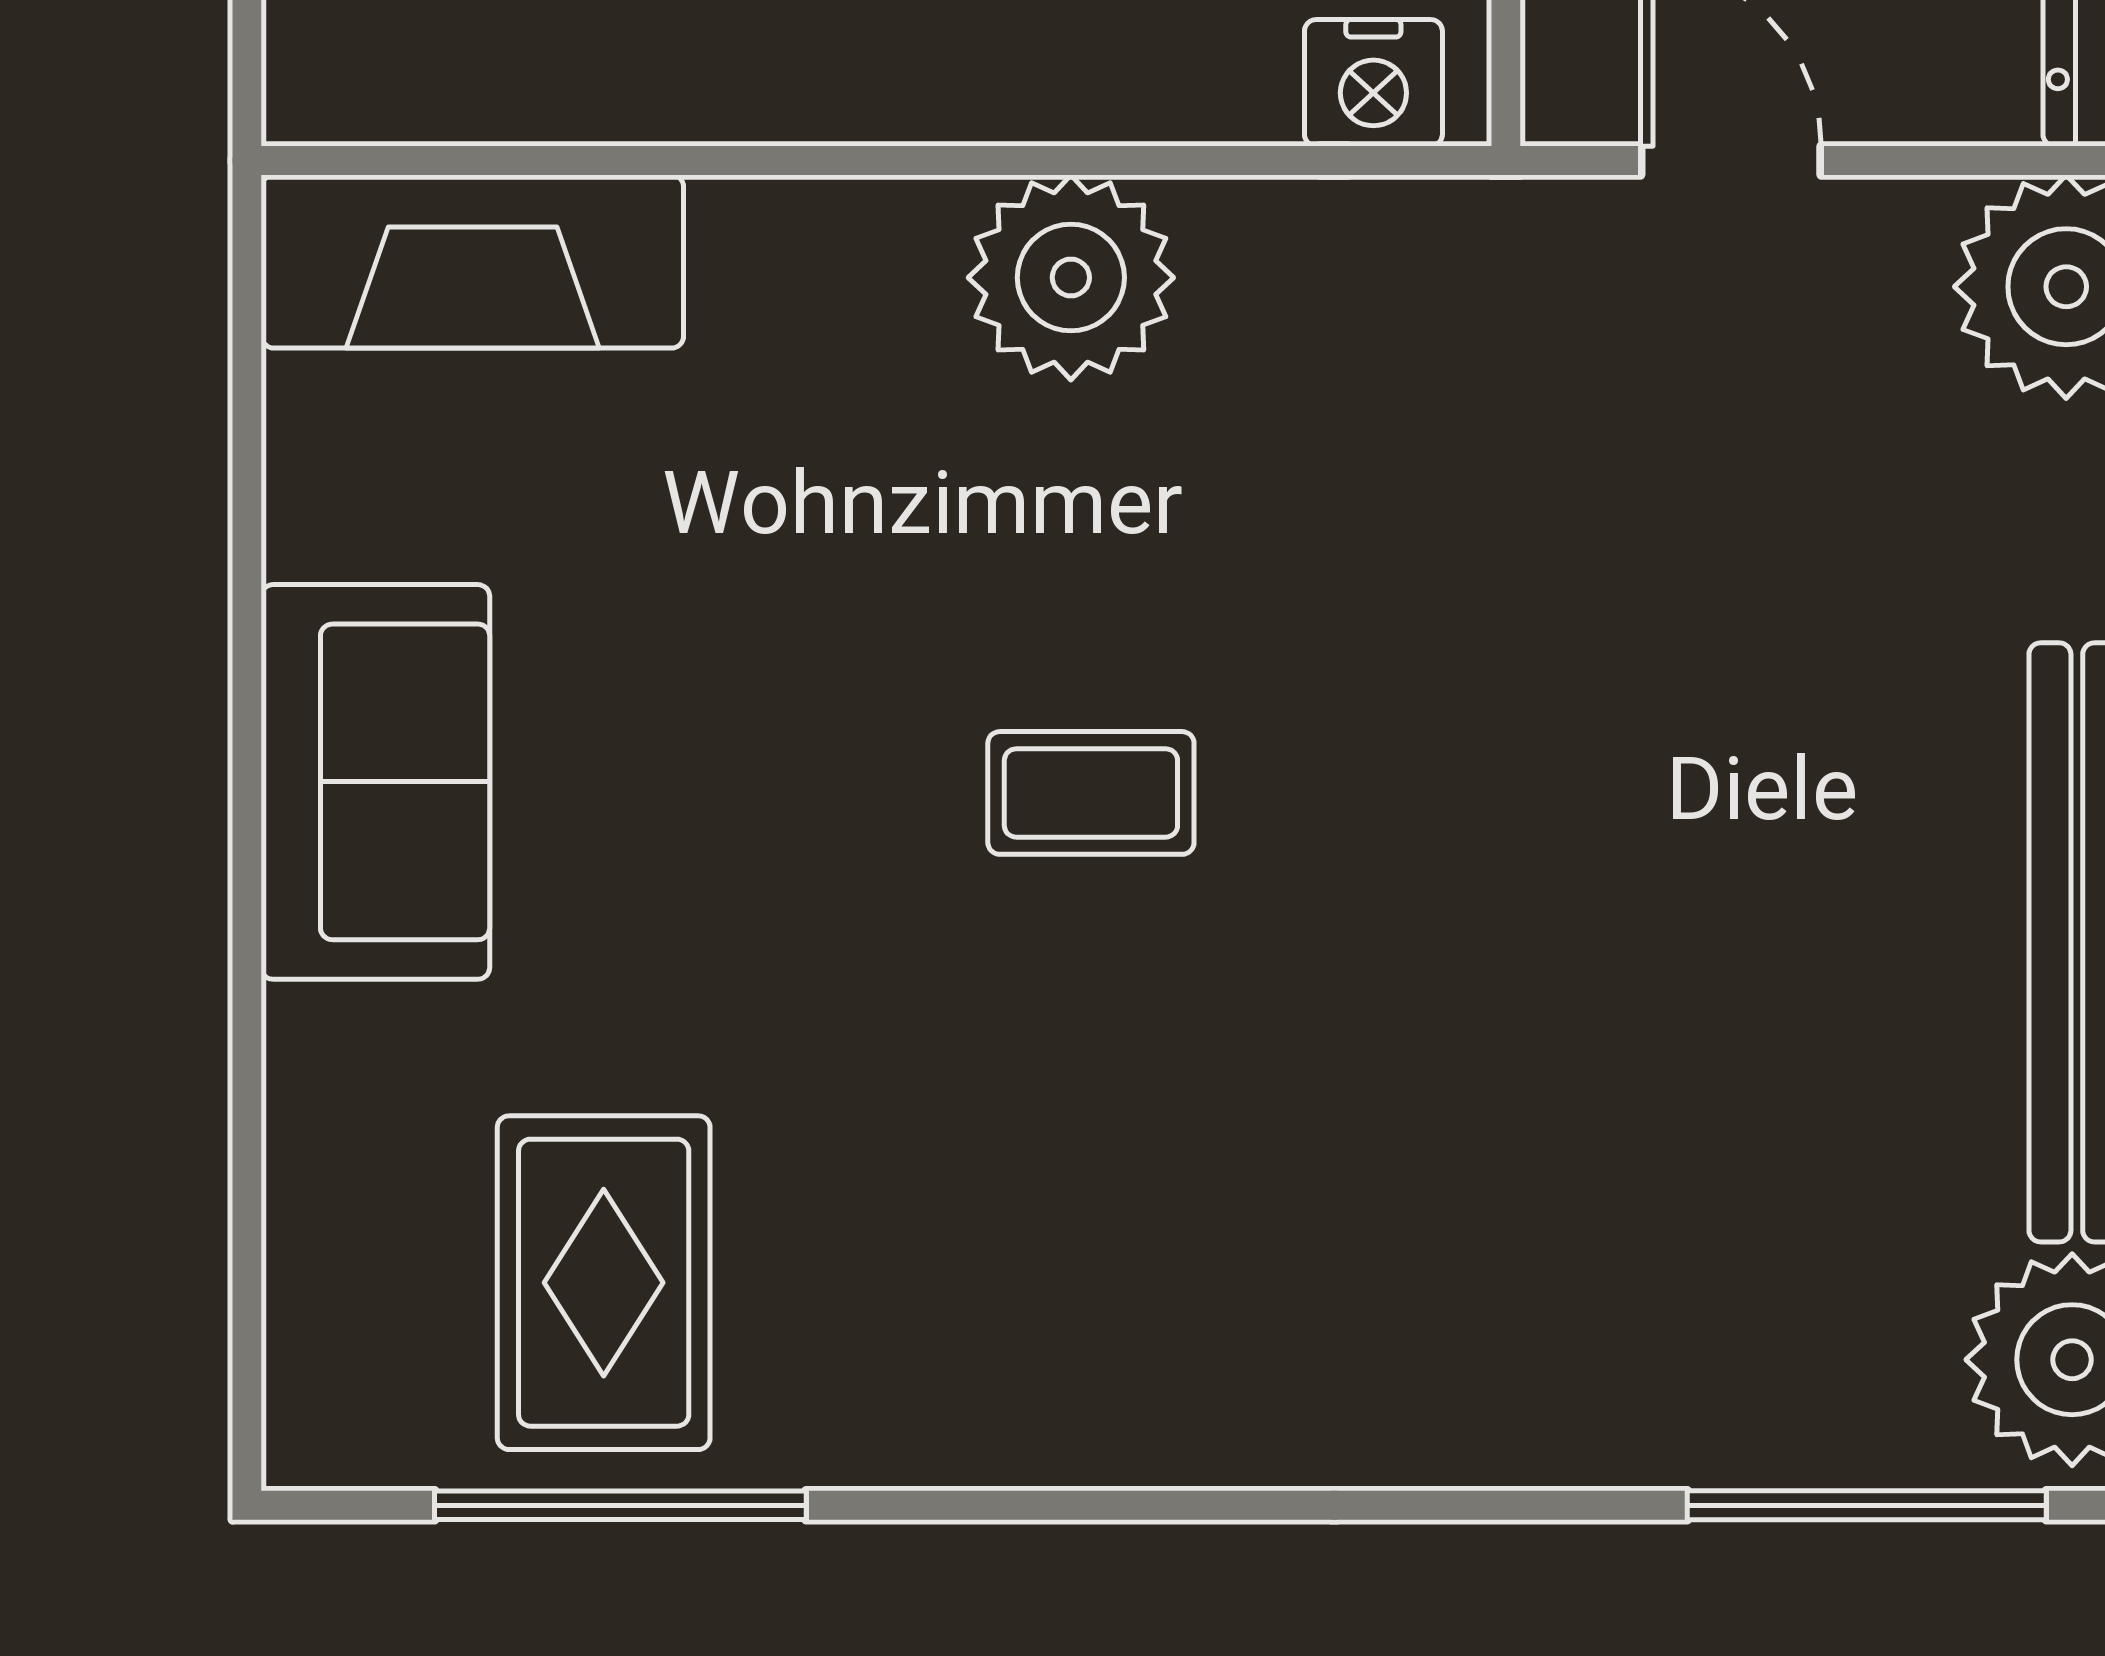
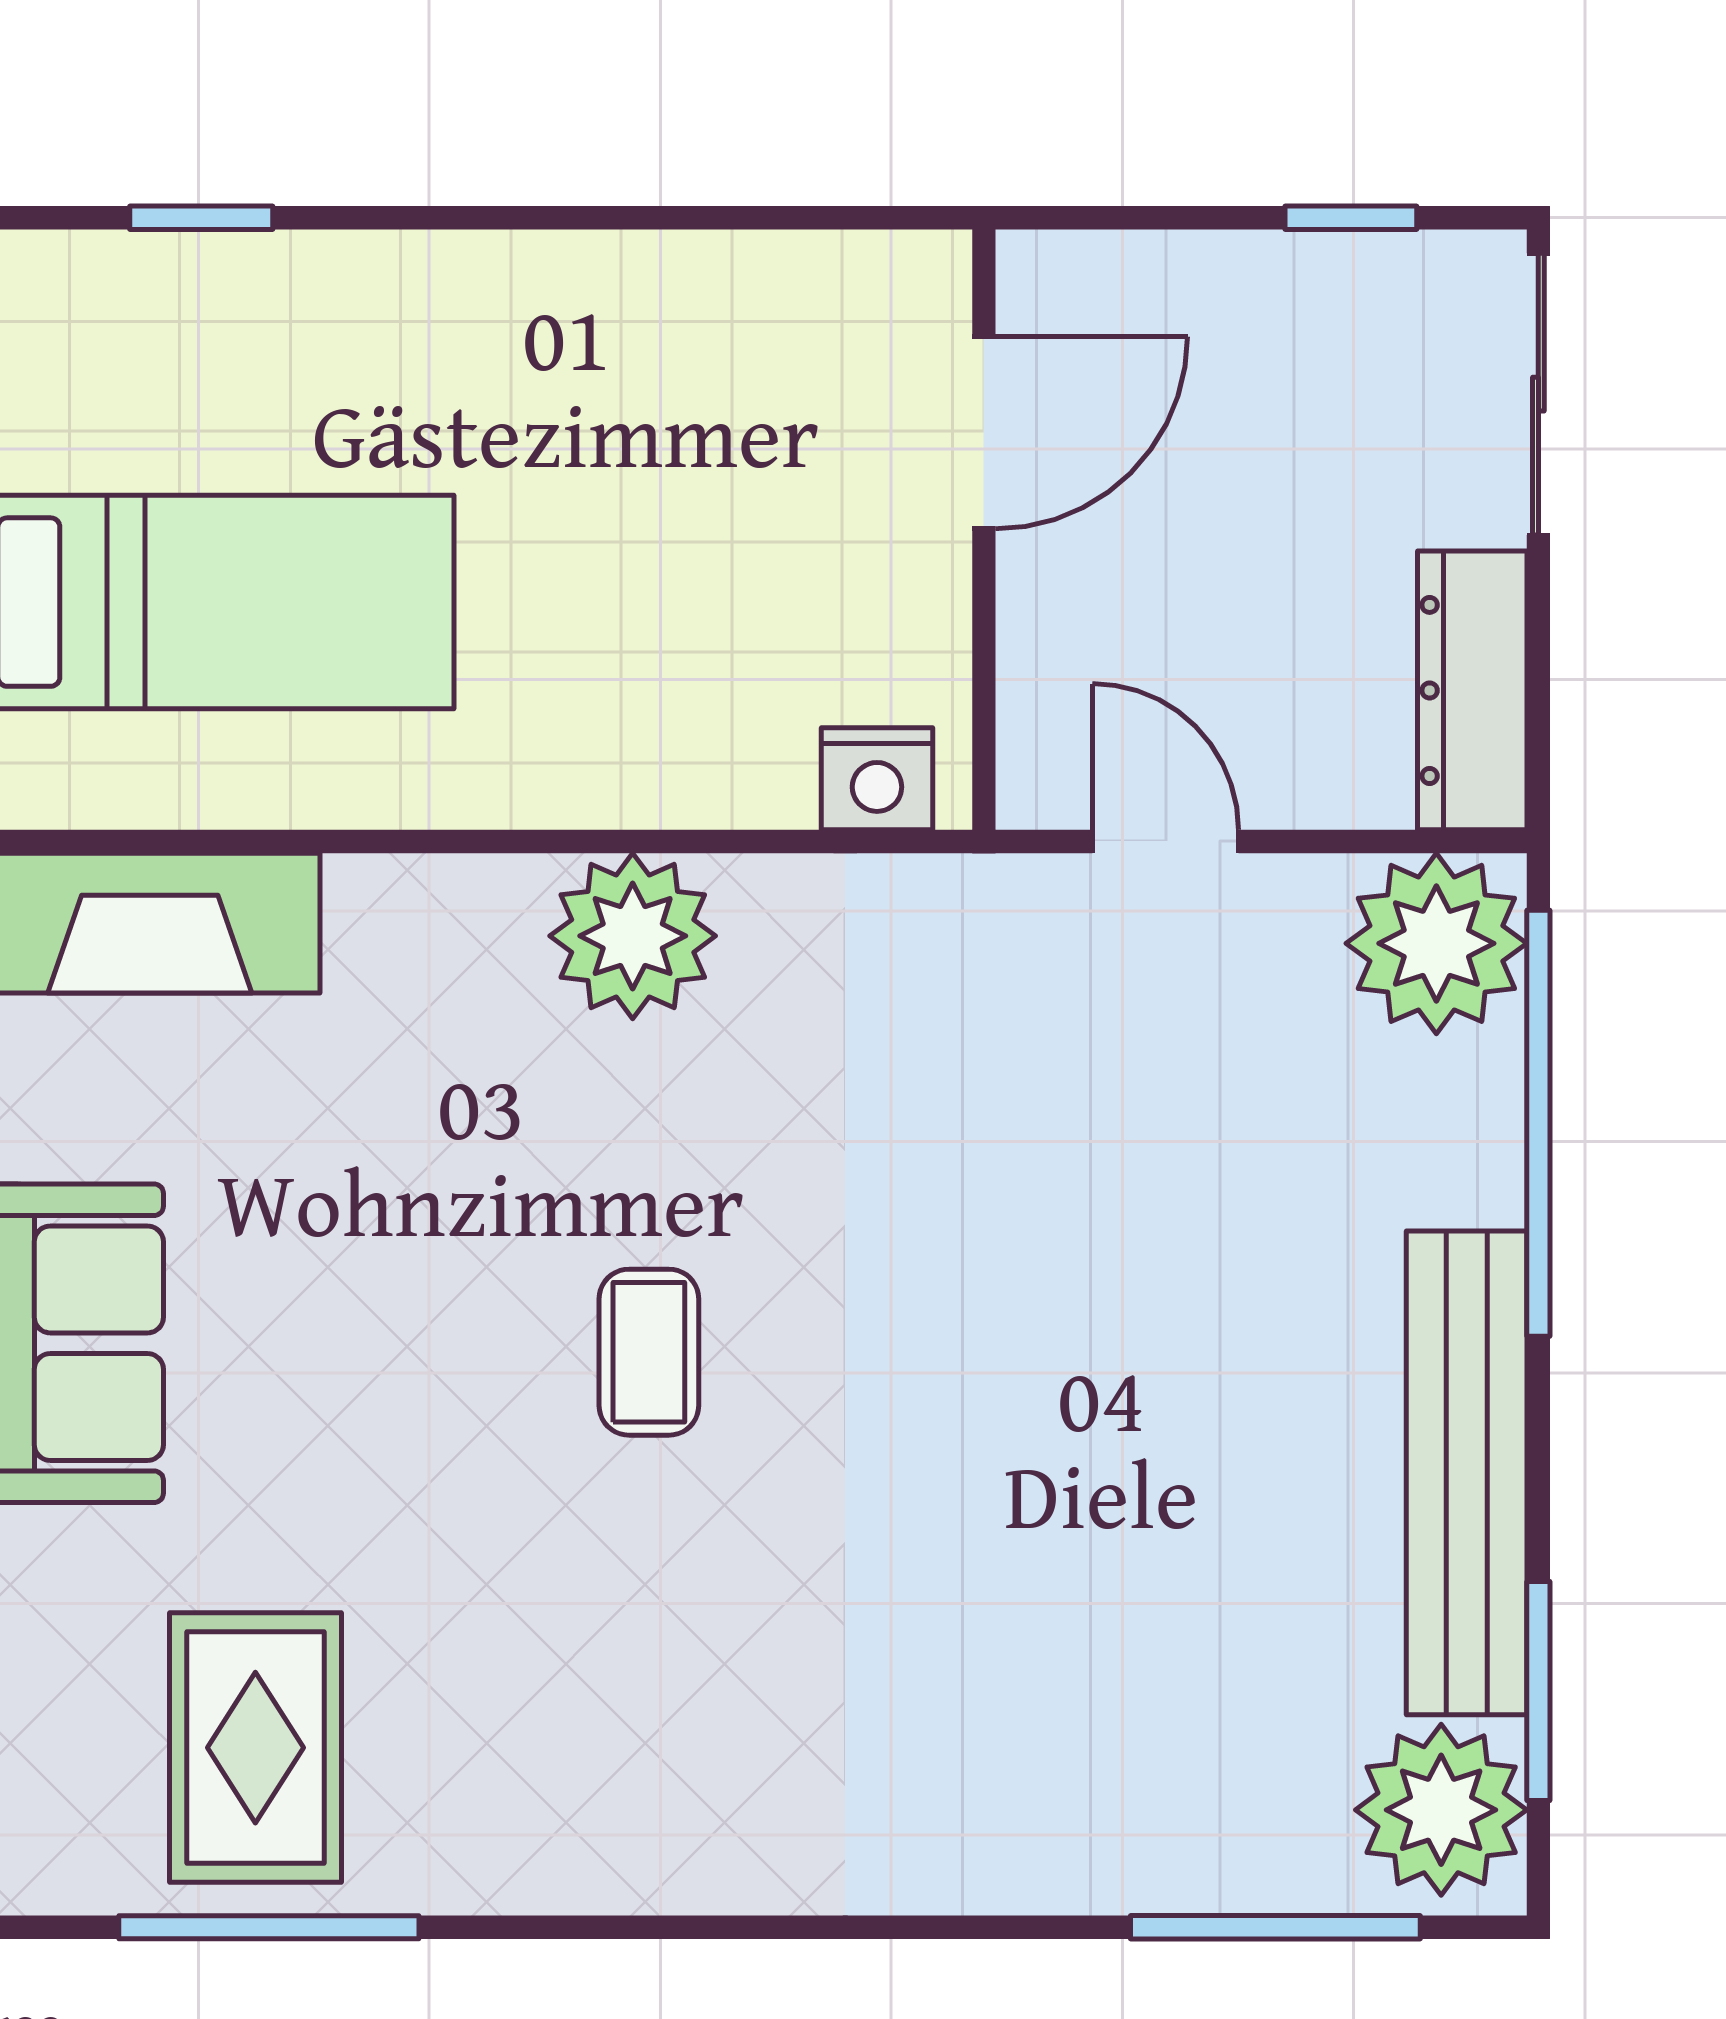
coffee table: (1091, 793) -> (649, 1352), turned 90

